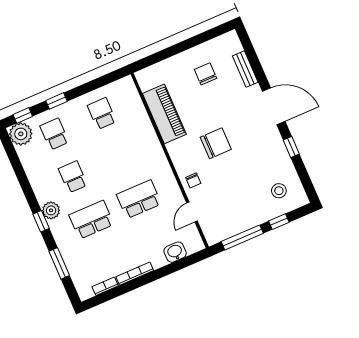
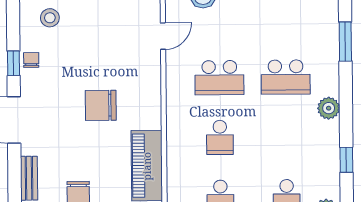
school desk: (73, 177) -> (220, 137), moved
chair: (193, 180) -> (31, 60), moved
window: (41, 221) -> (346, 160), moved

